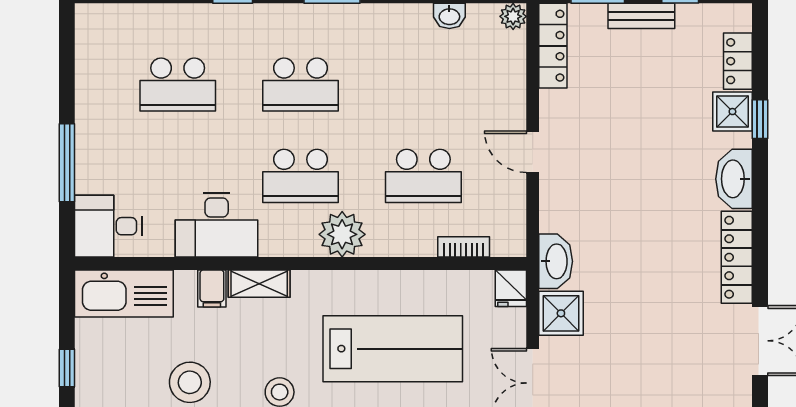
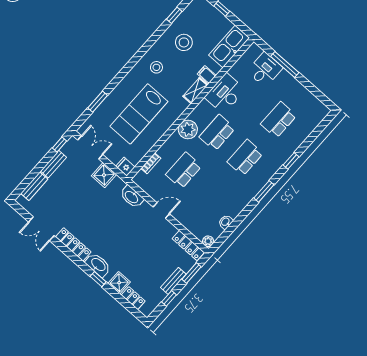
window: (760, 119) -> (98, 279), moved
desk: (108, 226) -> (265, 70), moved
washbasin: (556, 261) -> (132, 197), moved

